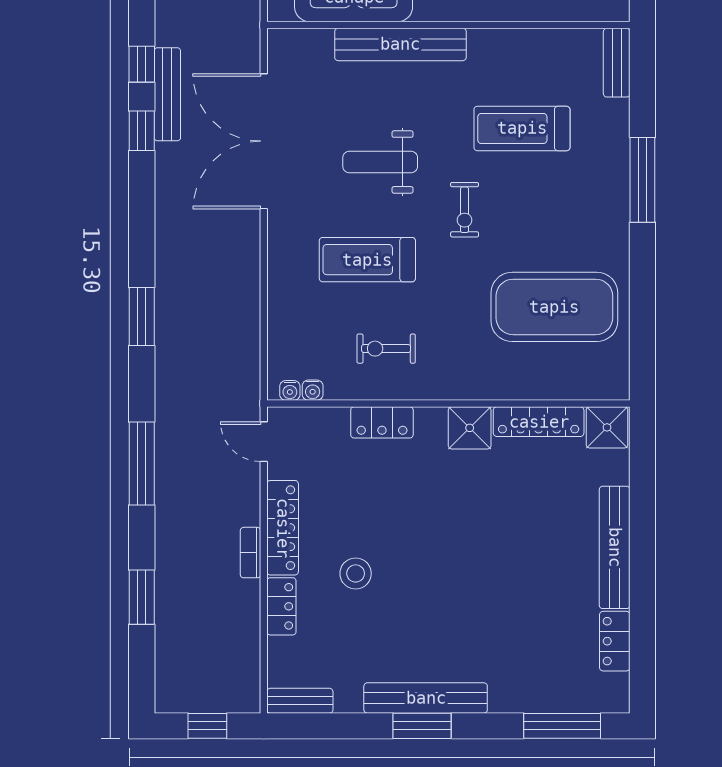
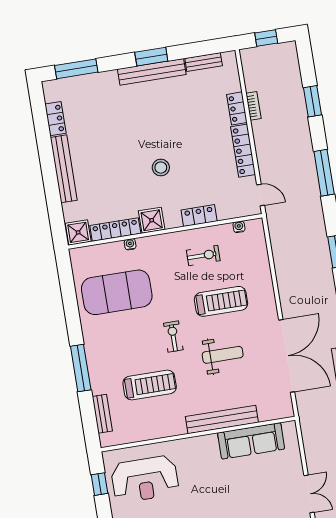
bench: (617, 63) -> (102, 414), moved
water cooler: (290, 390) -> (130, 244), moved
bookcase: (251, 553) -> (253, 106), moved
stool: (356, 573) -> (161, 168), moved
bench: (300, 701) -> (204, 62), moved

